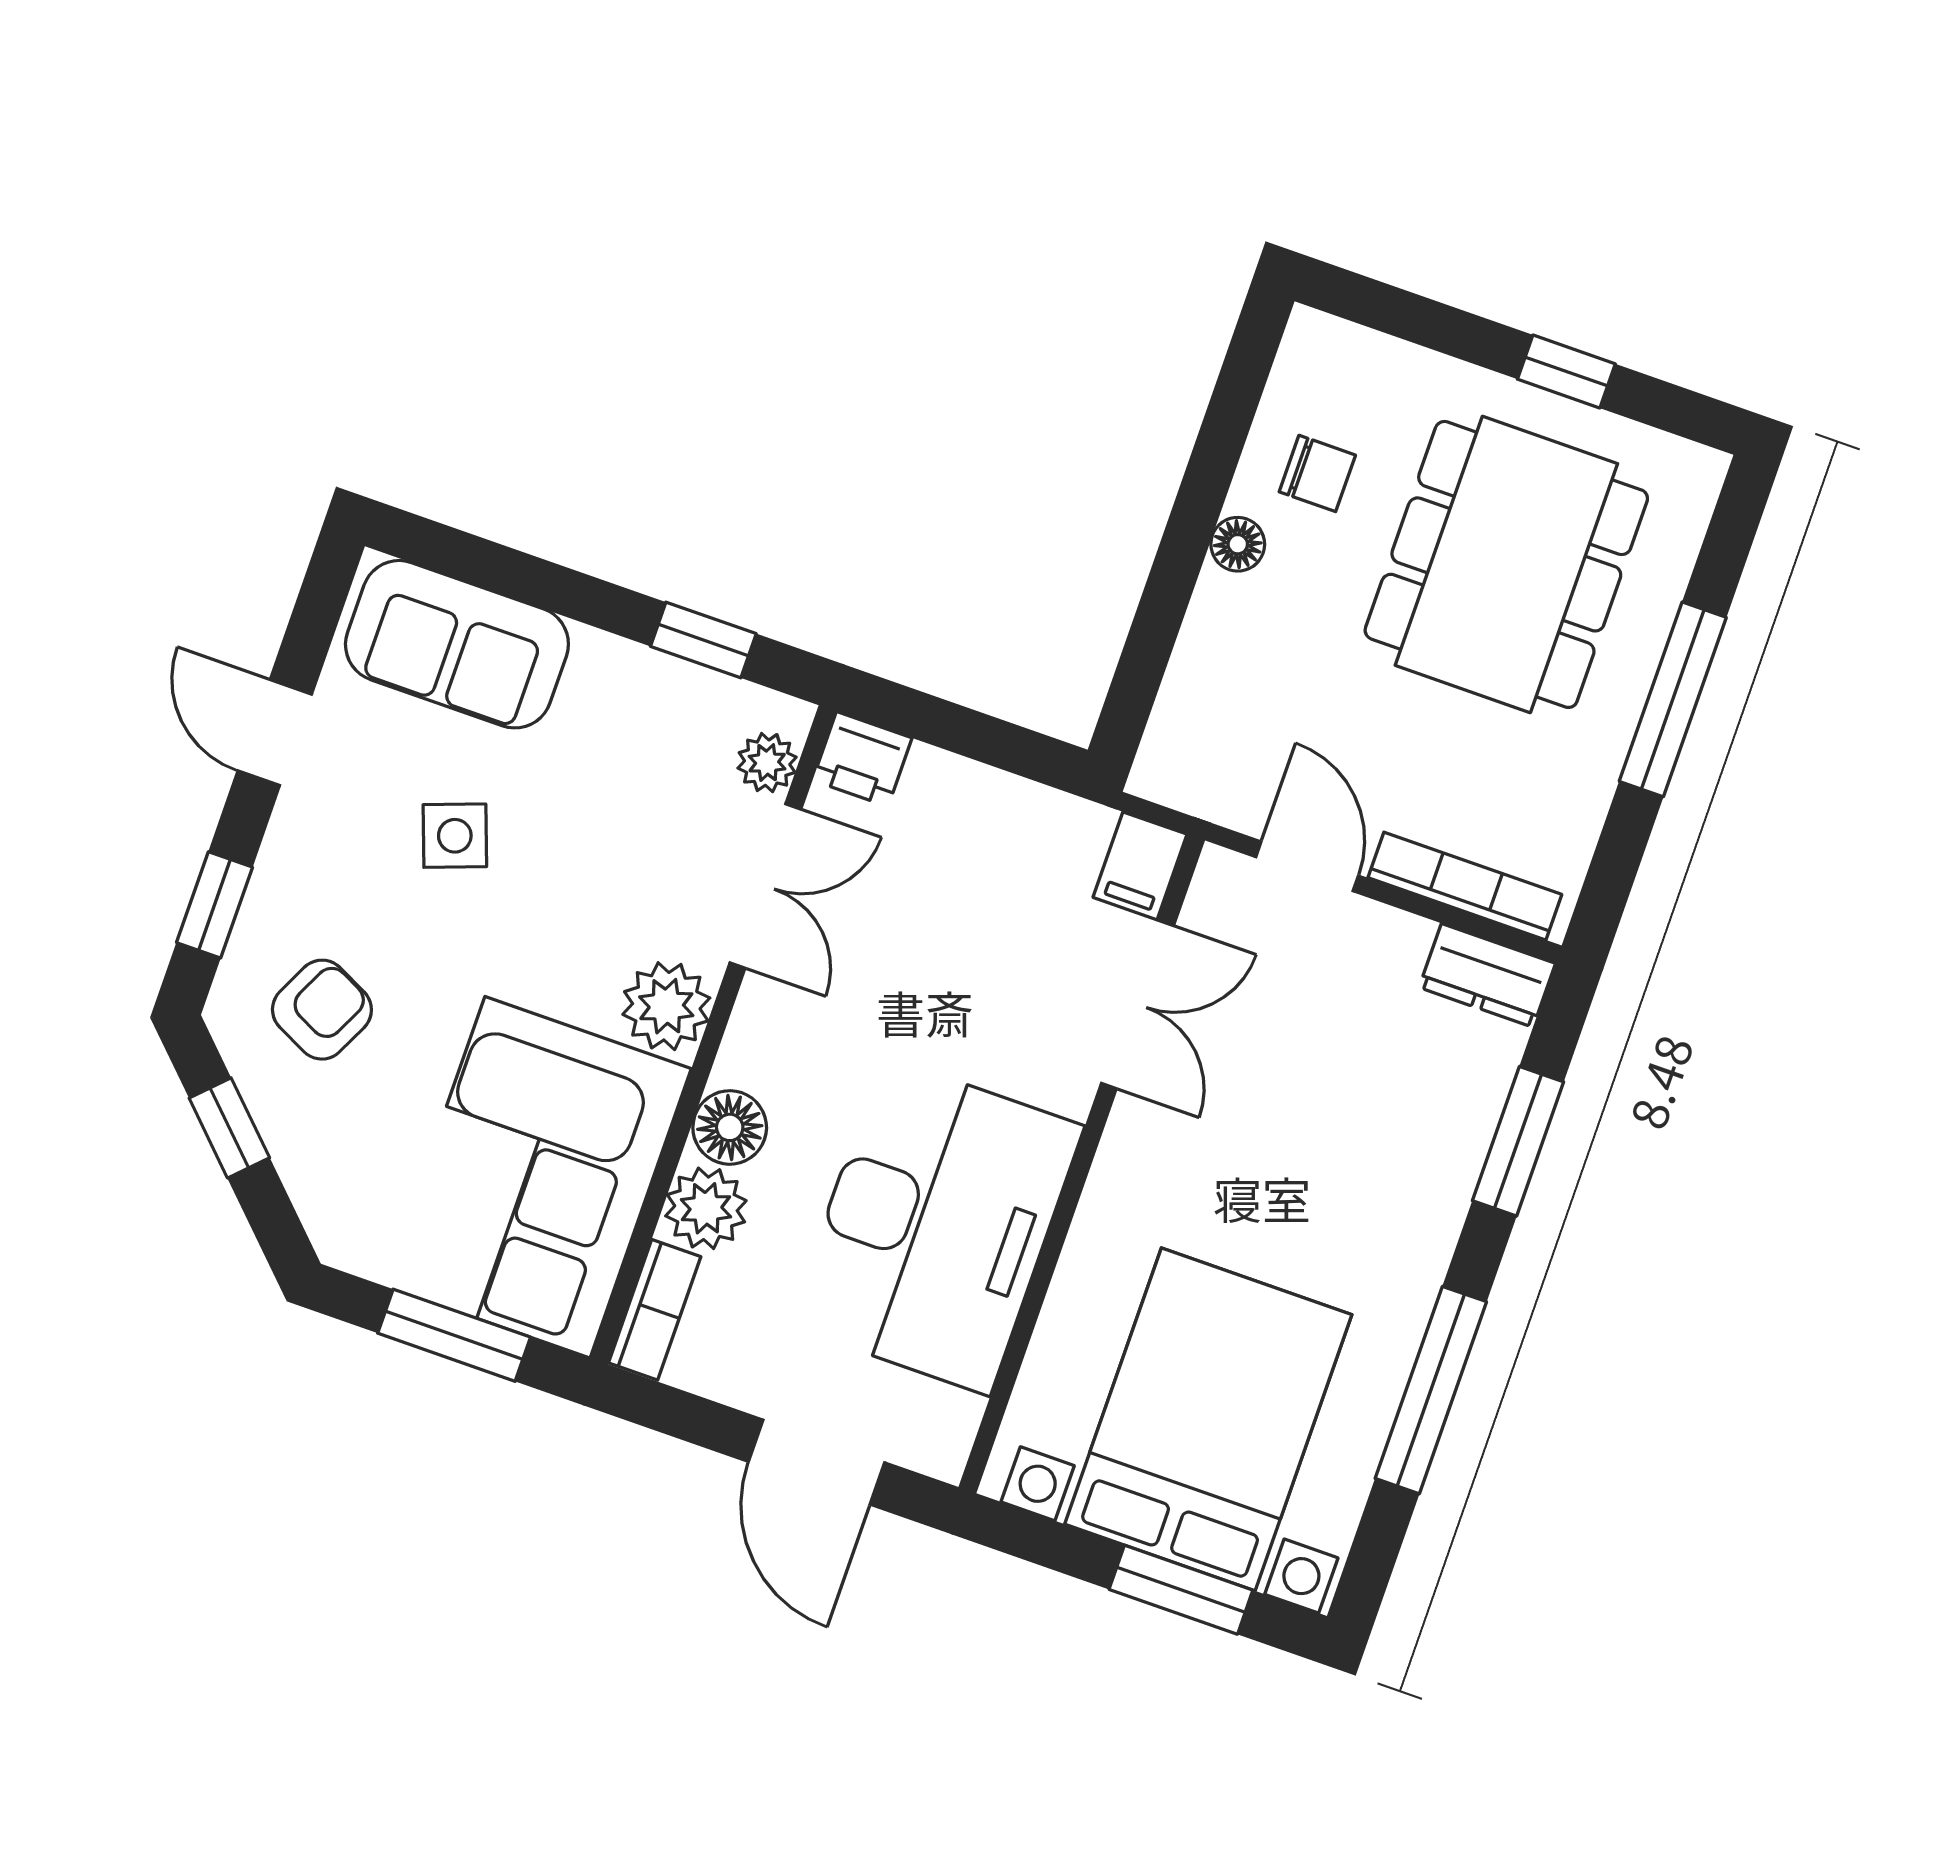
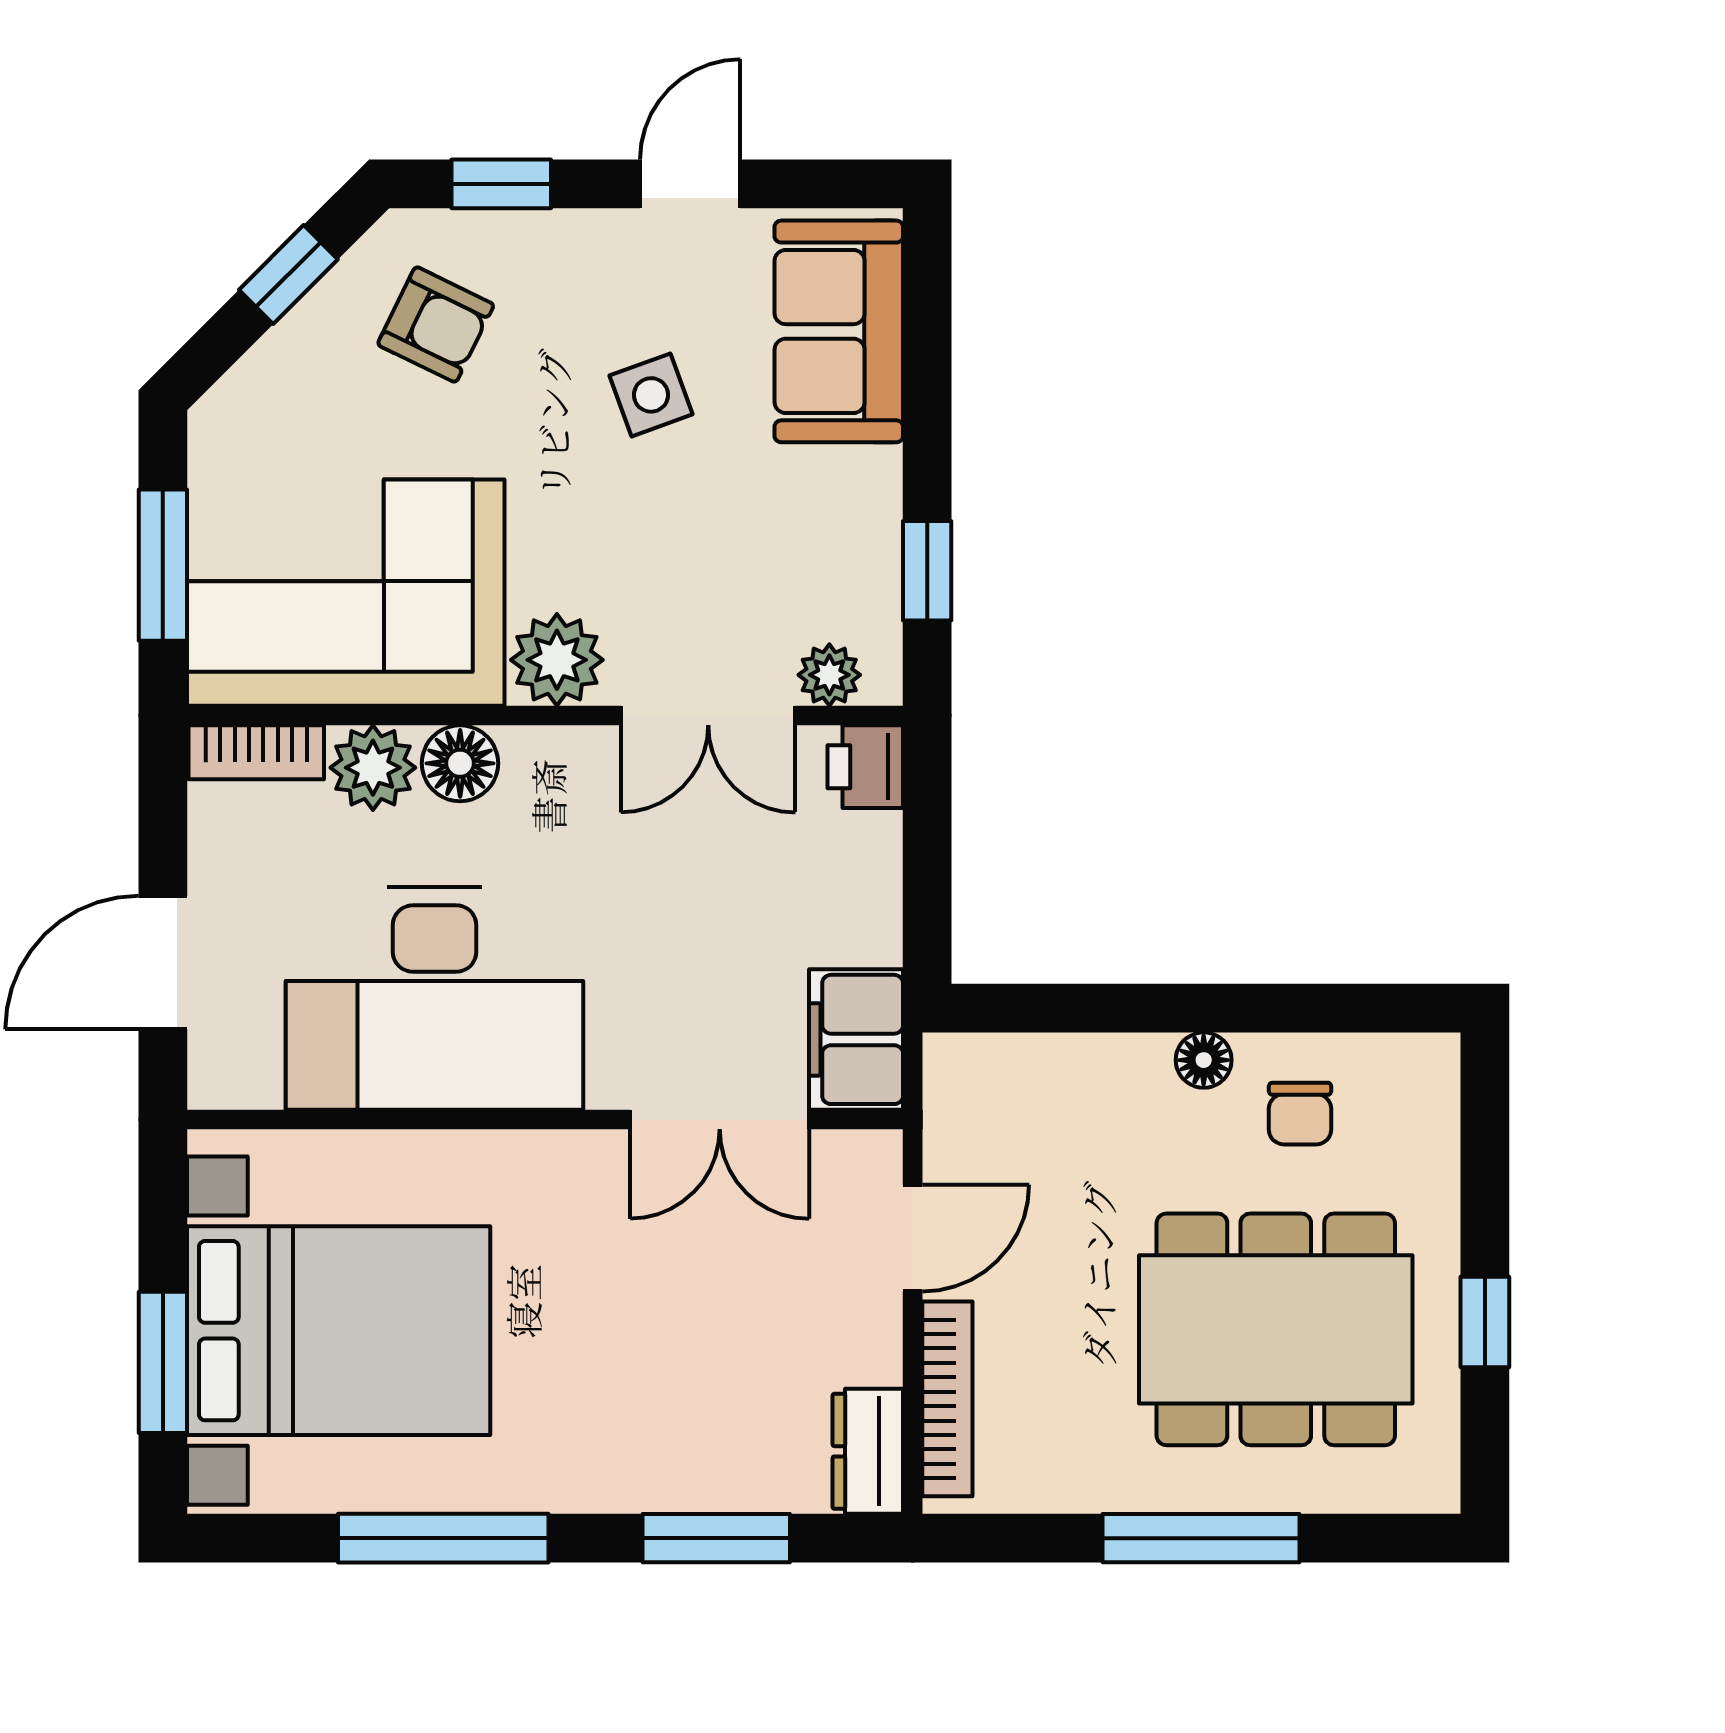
filing cabinet: (1140, 866) -> (856, 1039), width x2.00

